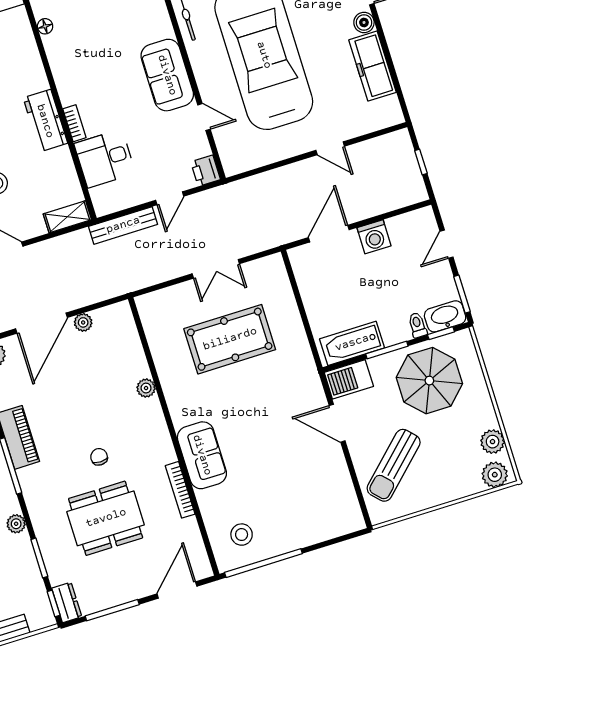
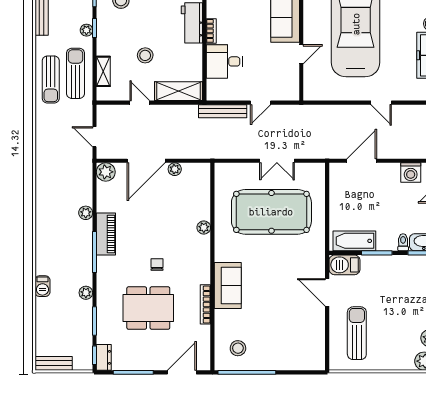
door: (204, 117) -> (301, 54), hinge flipped
printer: (206, 171) -> (291, 91), removed
shelving: (67, 217) -> (179, 91), width x1.50, depth x1.33
washing machine: (374, 237) -> (411, 173), moved
pool table: (230, 339) -> (271, 212), width x1.36, depth x1.32
parasol: (429, 381) -> (399, 283), removed
sun lounger: (394, 465) -> (357, 333), turned 134

